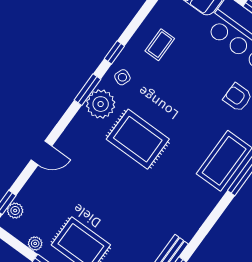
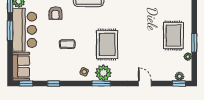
coffee table: (160, 45) -> (67, 44), moved
window: (114, 52) -> (54, 83), moved

